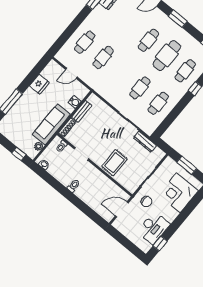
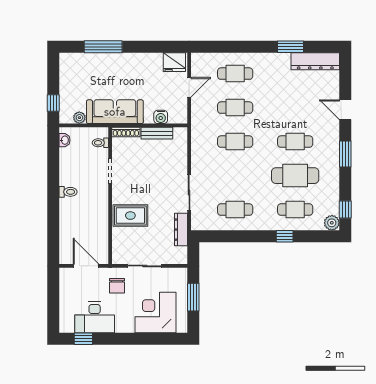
door: (71, 73) -> (189, 87), swing flipped
fridge: (39, 84) -> (174, 62), moved
cafe table: (140, 88) -> (235, 142), moved

